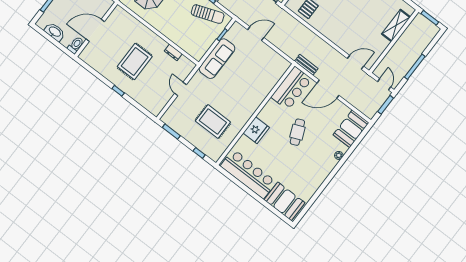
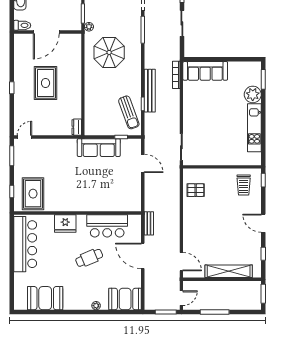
shelving: (396, 25) -> (229, 271), width x1.47
door: (95, 30) -> (46, 32), swing flipped
dresser: (173, 52) -> (77, 127), moved
rug: (135, 62) -> (46, 83), turned 90
bar counter: (291, 88) -> (107, 226), moved
door: (180, 89) -> (24, 137), moved
rug: (213, 122) -> (33, 194), moved
booth: (285, 201) -> (45, 298), moved, turned 90

